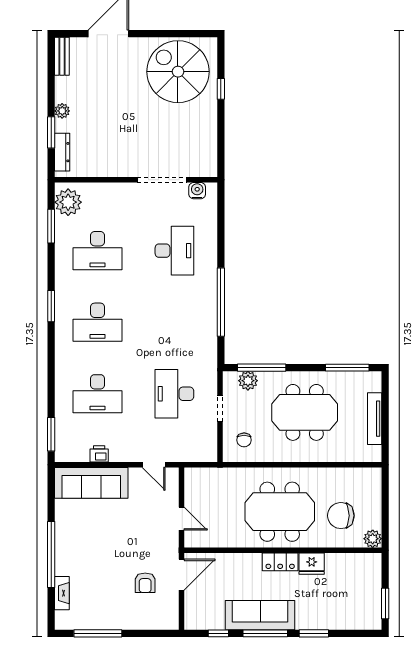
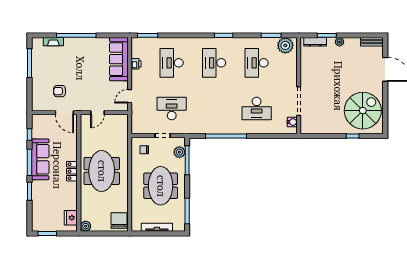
chair: (341, 516) -> (119, 221), moved
fridge: (312, 564) -> (71, 218), moved

